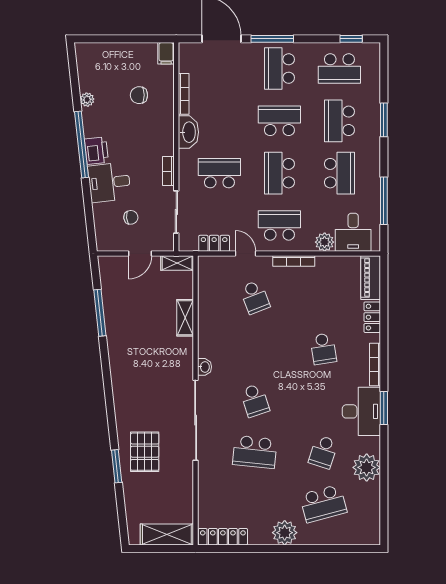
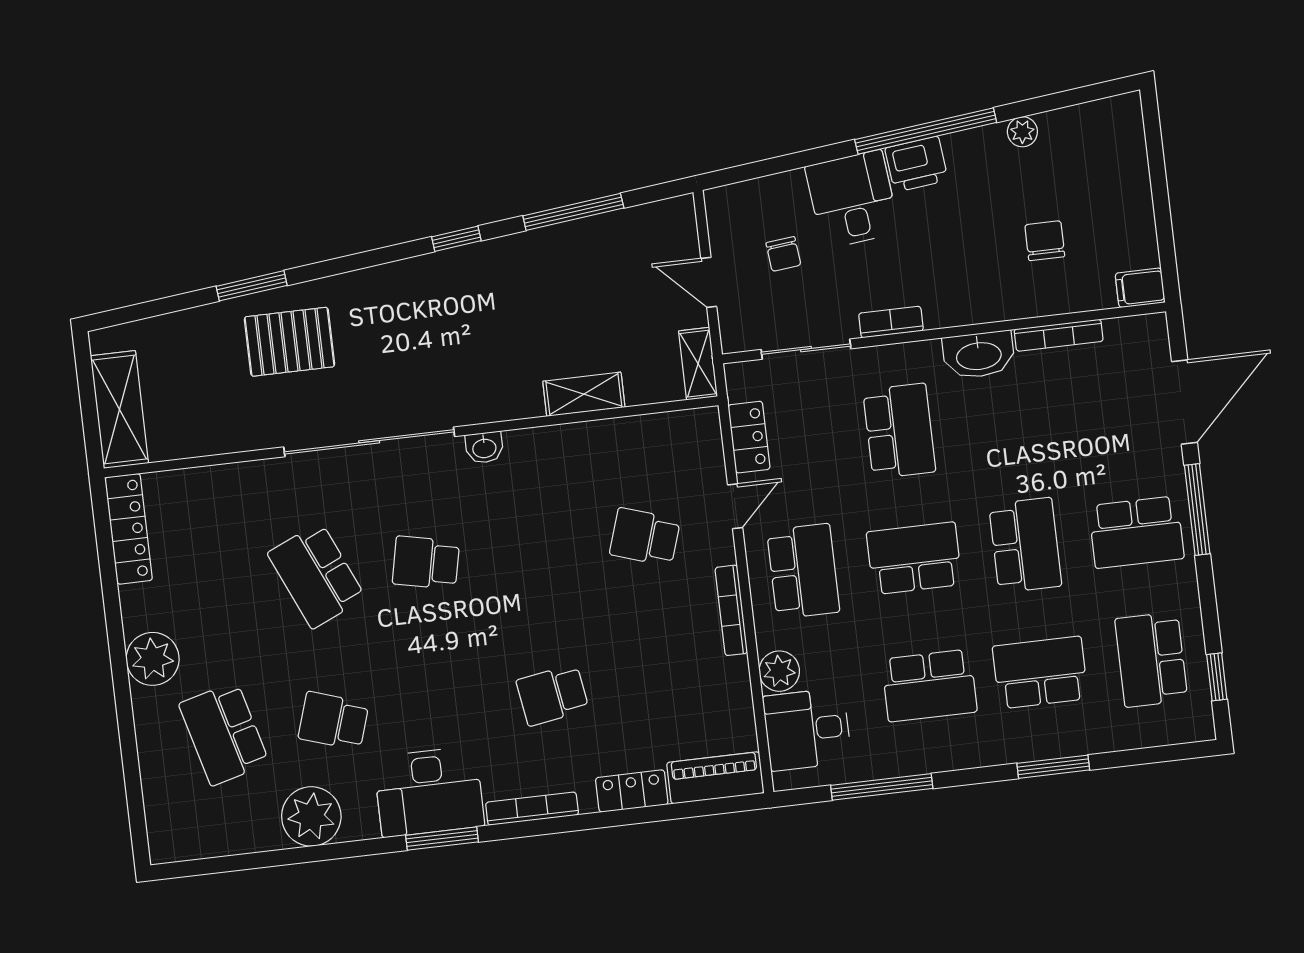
school desk: (279, 69) -> (1136, 532), turned 180
school desk: (255, 297) -> (645, 537), turned 39
window: (106, 369) -> (456, 239), added
school desk: (255, 400) -> (426, 563), turned 30
school desk: (255, 452) -> (316, 575), turned -30

